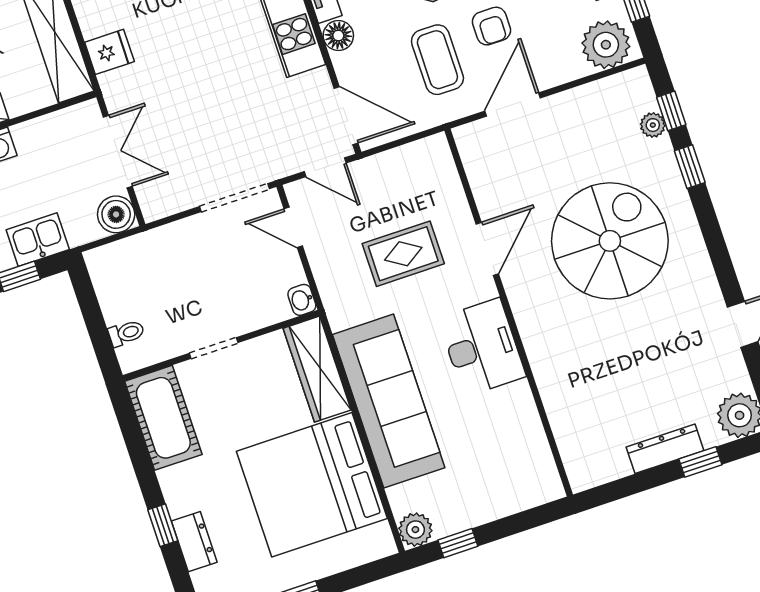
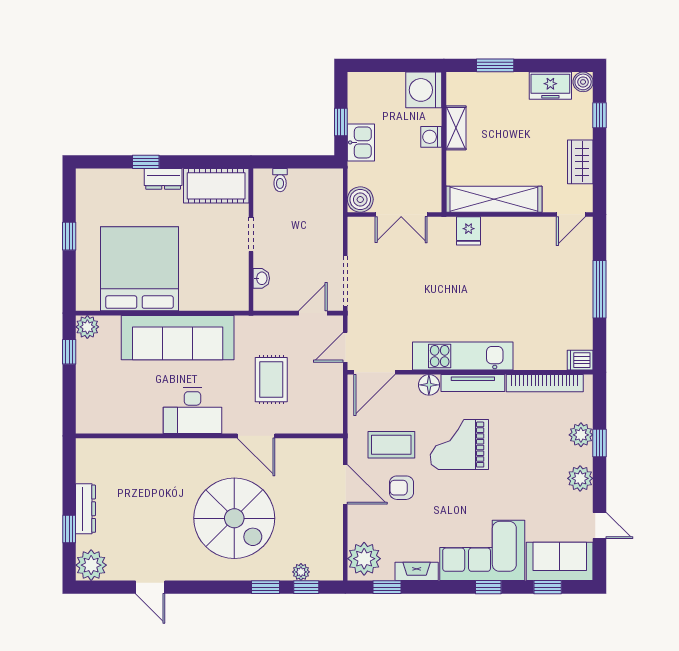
washbasin: (302, 300) -> (261, 278), moved, turned 90
wardrobe: (317, 369) -> (214, 298), removed
dresser: (194, 542) -> (163, 179), moved

